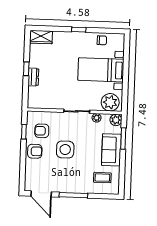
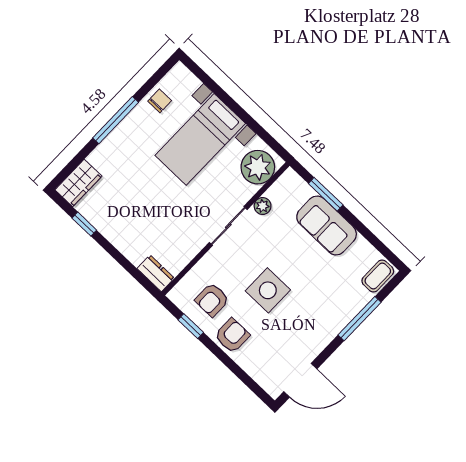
window: (79, 30) -> (116, 120), width x2.17
window: (26, 69) -> (84, 224), moved
dresser: (33, 77) -> (156, 273), moved
plant: (116, 120) -> (290, 181), removed
coffee table: (102, 178) -> (378, 276), moved
window: (73, 195) -> (359, 319), moved

